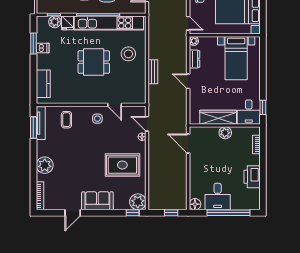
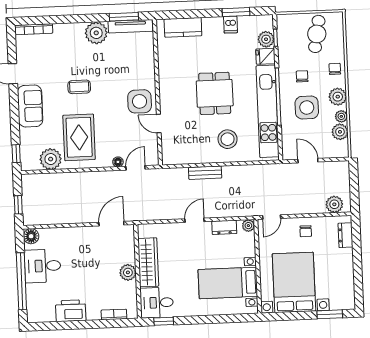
door: (115, 105) -> (159, 124), hinge flipped
side table: (97, 119) -> (140, 101), width x1.87, depth x1.87
coffee table: (66, 120) -> (79, 87), moved
plant: (45, 165) -> (96, 33), moved
plant: (138, 202) -> (51, 159), moved

